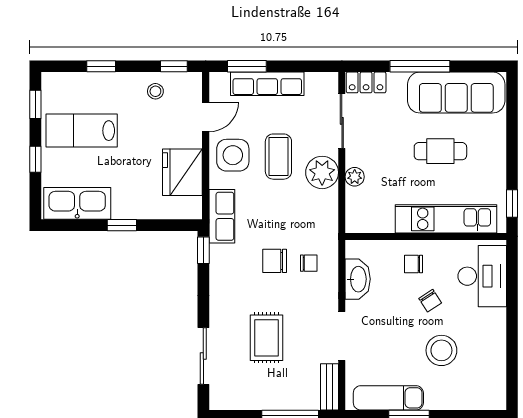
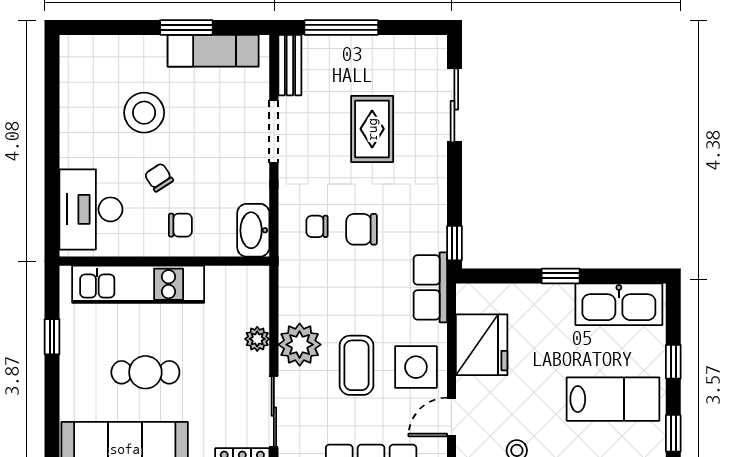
window: (512, 204) -> (52, 337), moved
chair: (275, 261) -> (362, 229), turned 180
washbasin: (358, 279) -> (253, 230), moved

